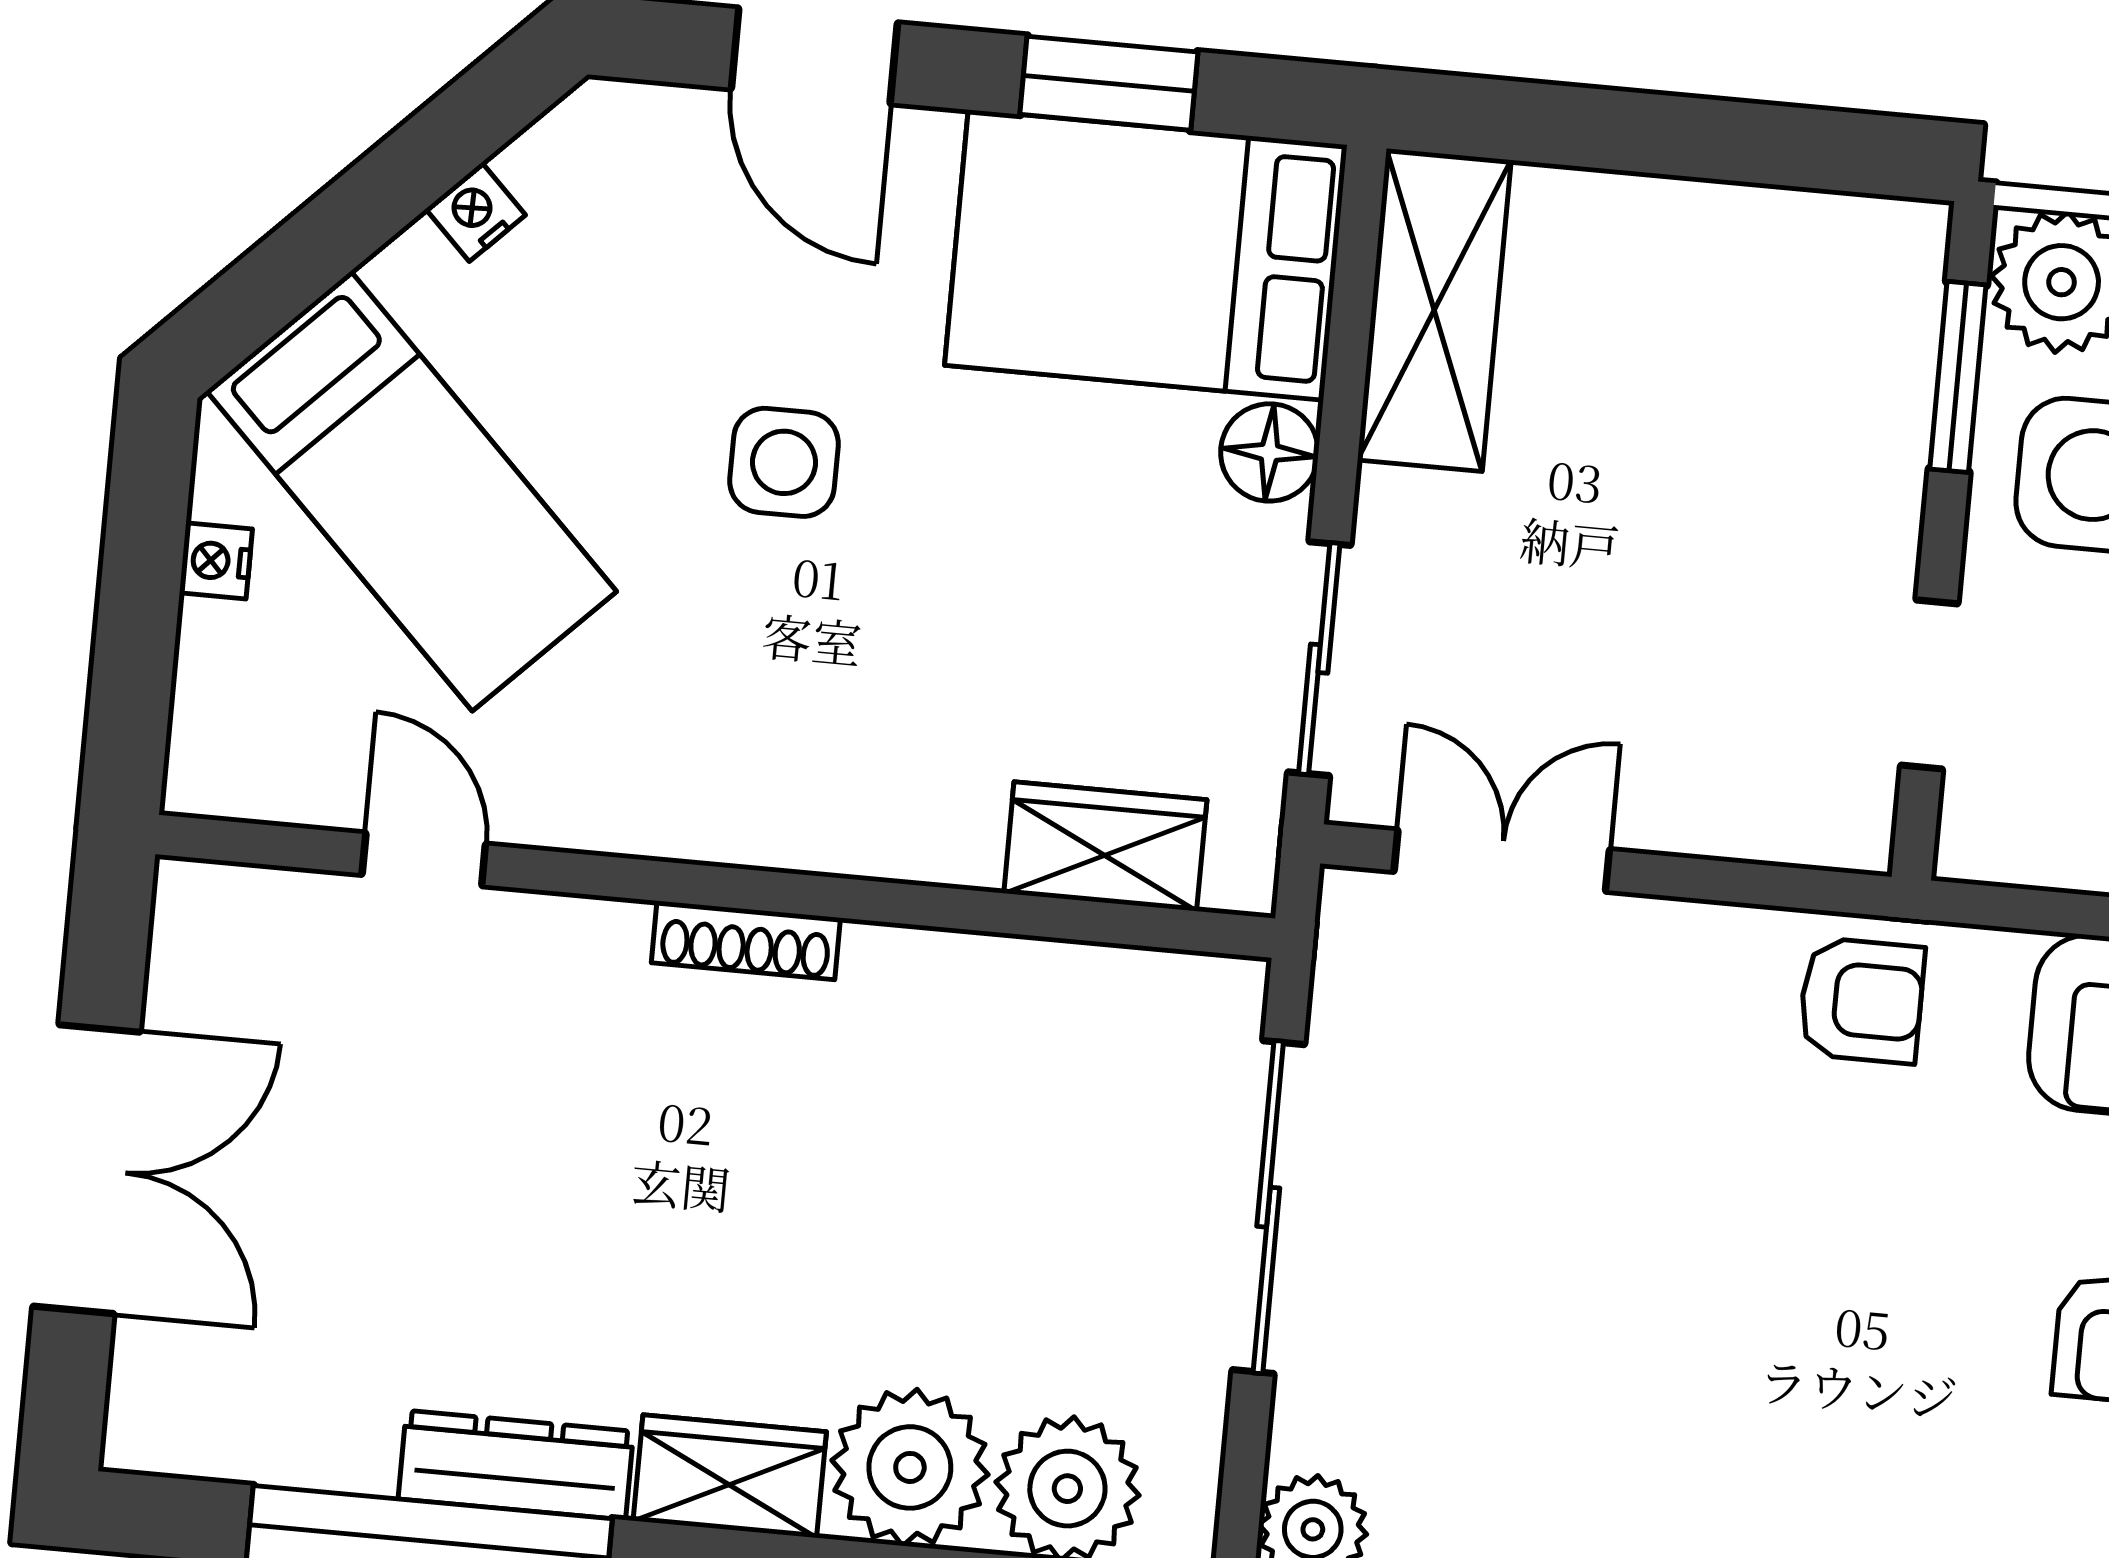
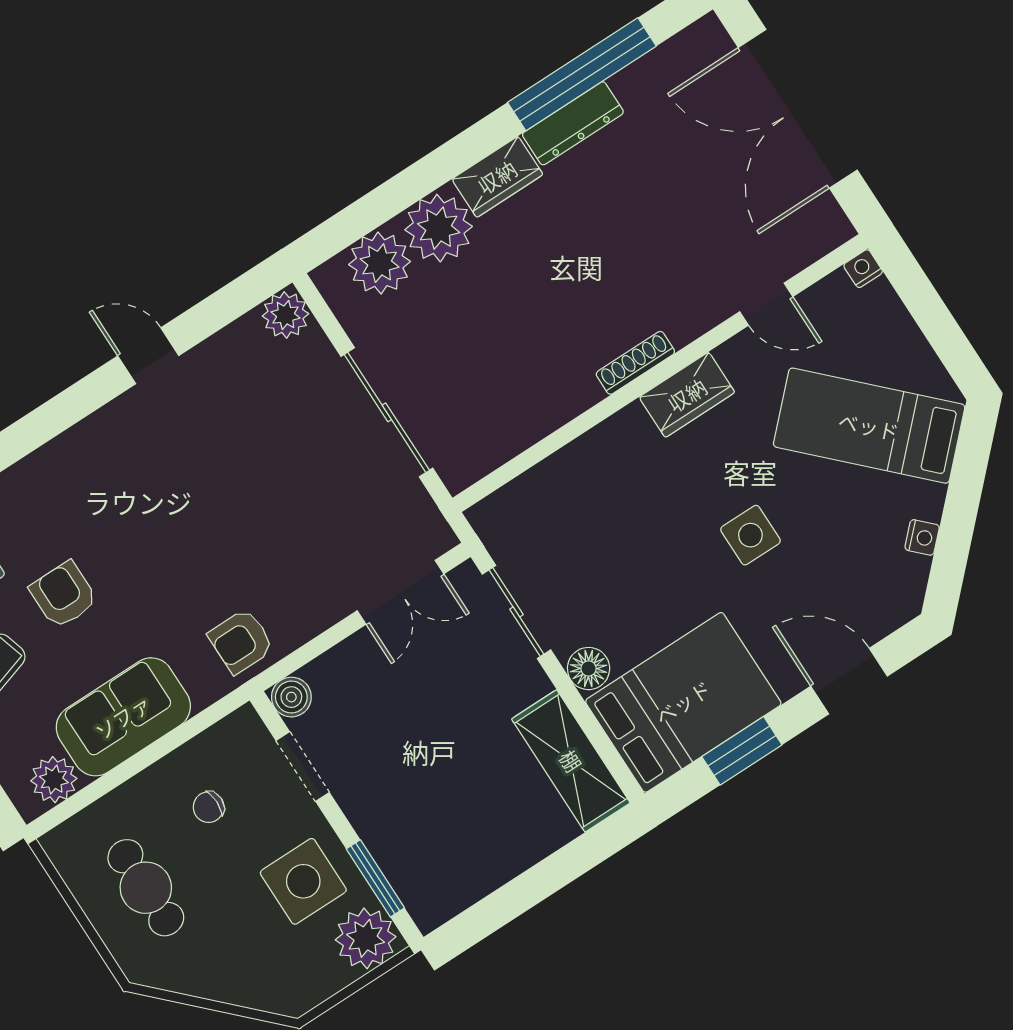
nightstand: (216, 561) -> (863, 269), moved, turned -90
boiler: (1850, 827) -> (291, 697), added
wardrobe: (1105, 846) -> (687, 395), moved
double door: (86, 1169) -> (798, 109), width x1.36

